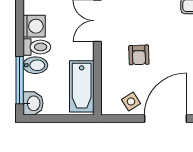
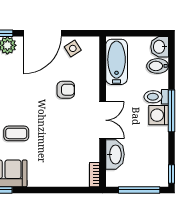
armchair: (139, 55) -> (66, 90), turned 92
bidet: (35, 65) -> (158, 66), moved
window: (20, 80) -> (172, 111), moved

